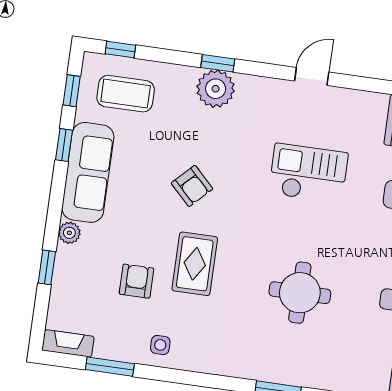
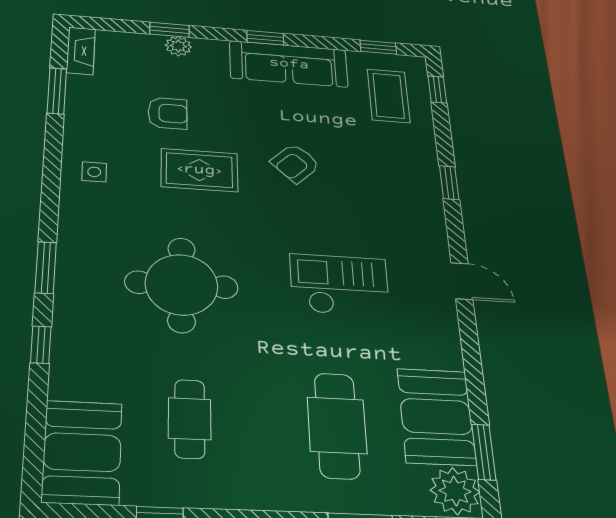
plant: (216, 89) -> (418, 182), removed
window: (64, 145) -> (265, 38), moved
checkout: (308, 173) -> (340, 285), turned -90
plant: (69, 233) -> (178, 46), moved
round table: (300, 293) -> (182, 285), width x1.36, depth x1.36
side table: (160, 345) -> (94, 172), moved

